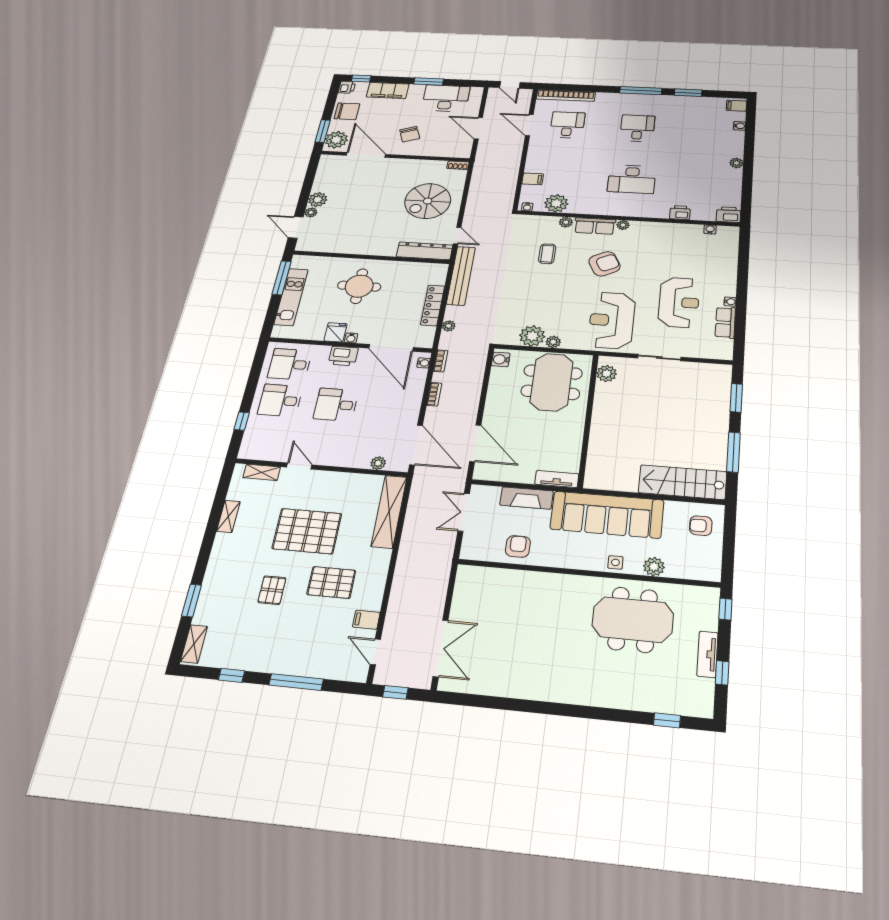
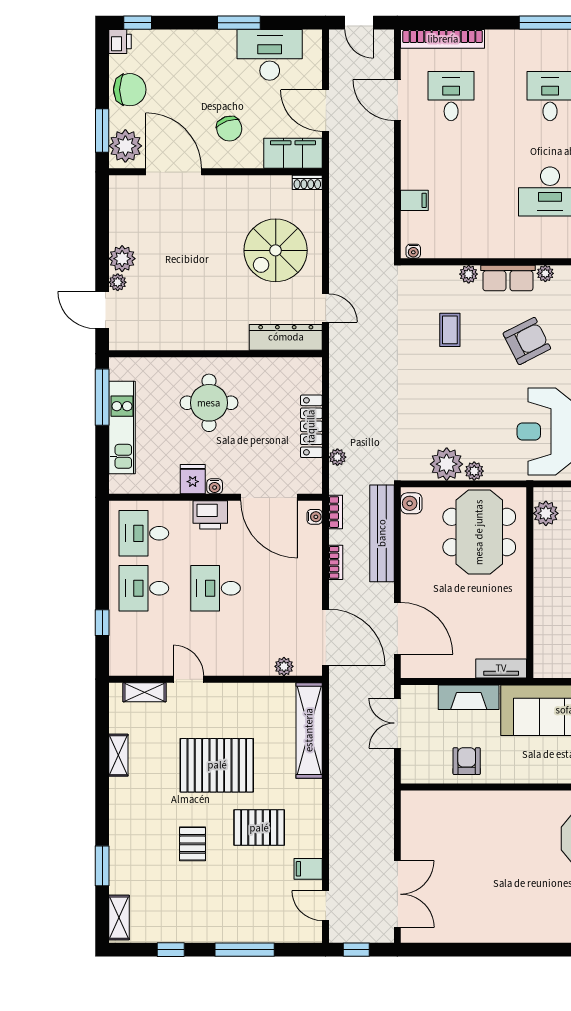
filing cabinet: (388, 90) -> (293, 153), moved, turned 180
plant: (556, 203) -> (452, 242), removed
bench: (461, 276) -> (382, 533), moved

